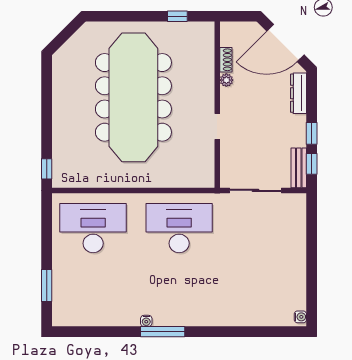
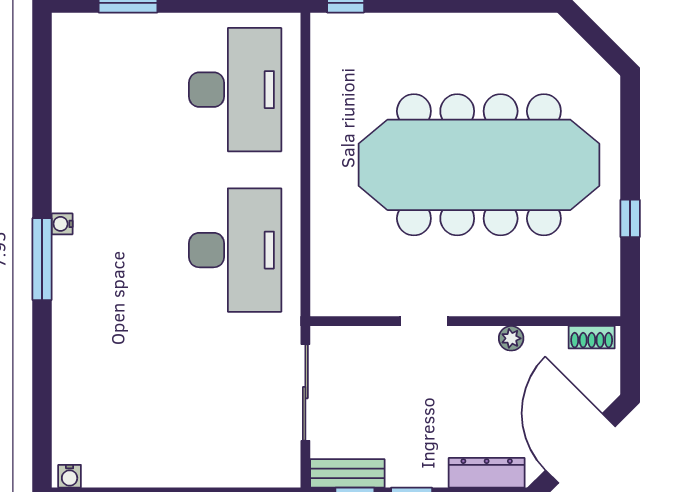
window: (177, 16) -> (630, 218), moved
shoe rack: (226, 60) -> (592, 337), moved
water cooler: (146, 321) -> (62, 224), moved
window: (163, 332) -> (42, 259), moved

